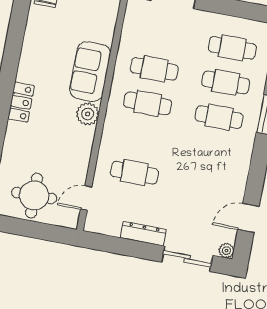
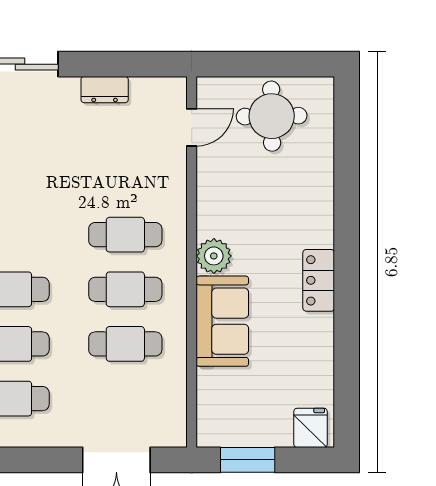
locker: (21, 102) -> (319, 280), moved
cafe table: (134, 173) -> (125, 235), moved
dresser: (143, 234) -> (105, 90), width x0.70

